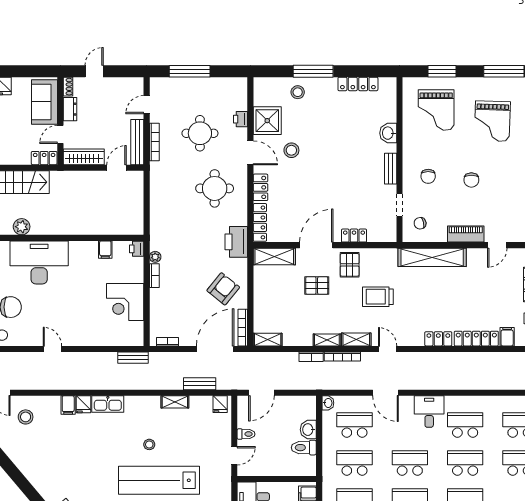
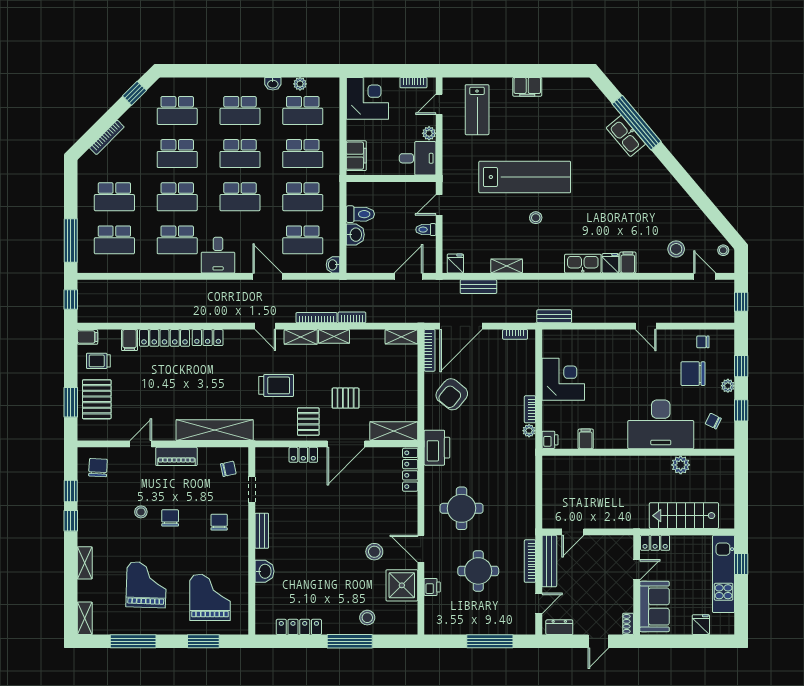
dresser: (70, 109) -> (559, 627), moved, turned 90
wardrobe: (84, 157) -> (610, 544), removed
stool: (497, 185) -> (141, 512), added
locker: (260, 187) -> (410, 510), removed

